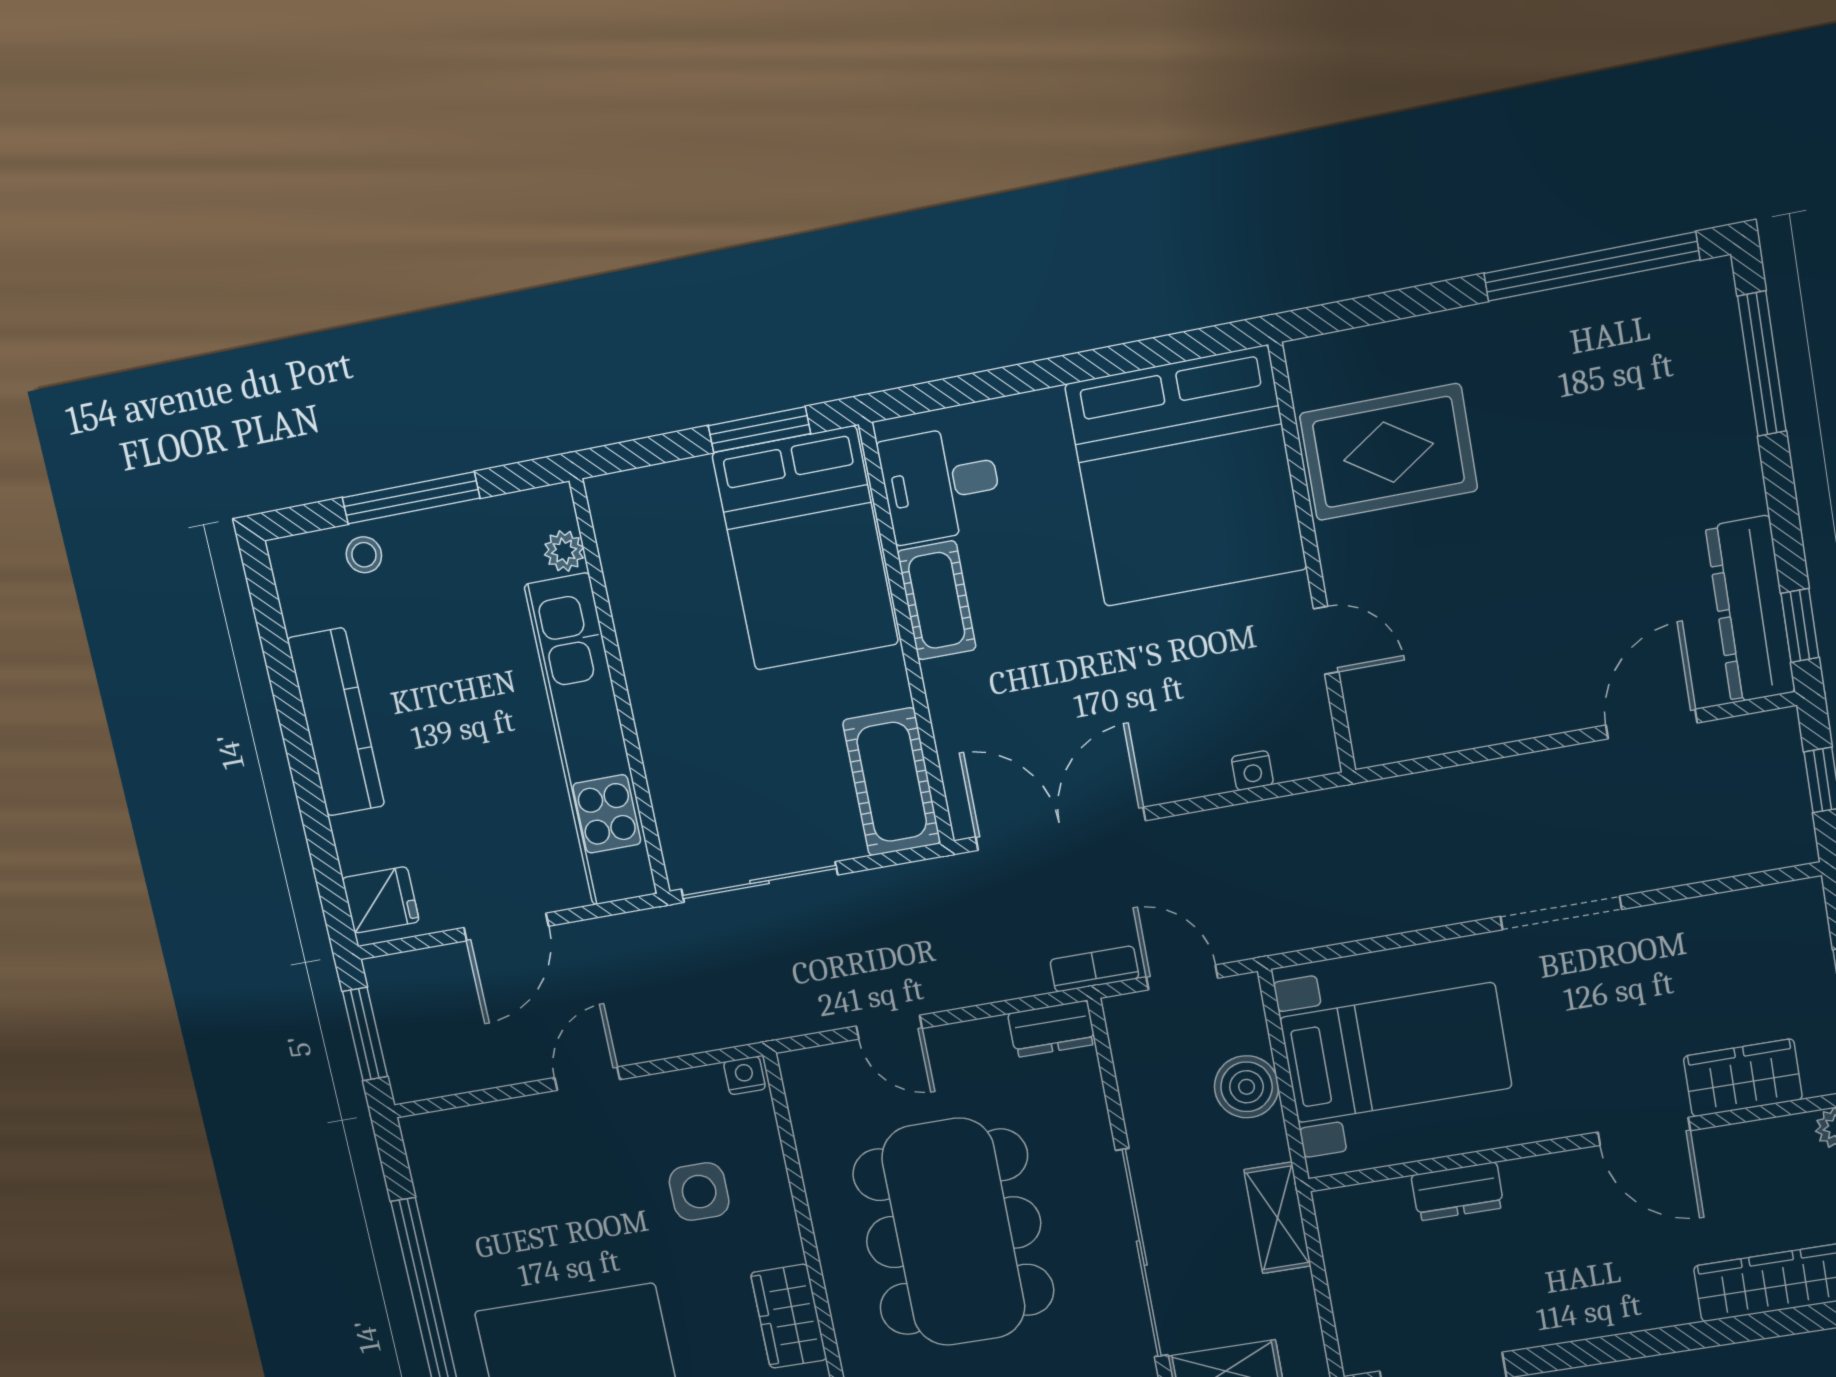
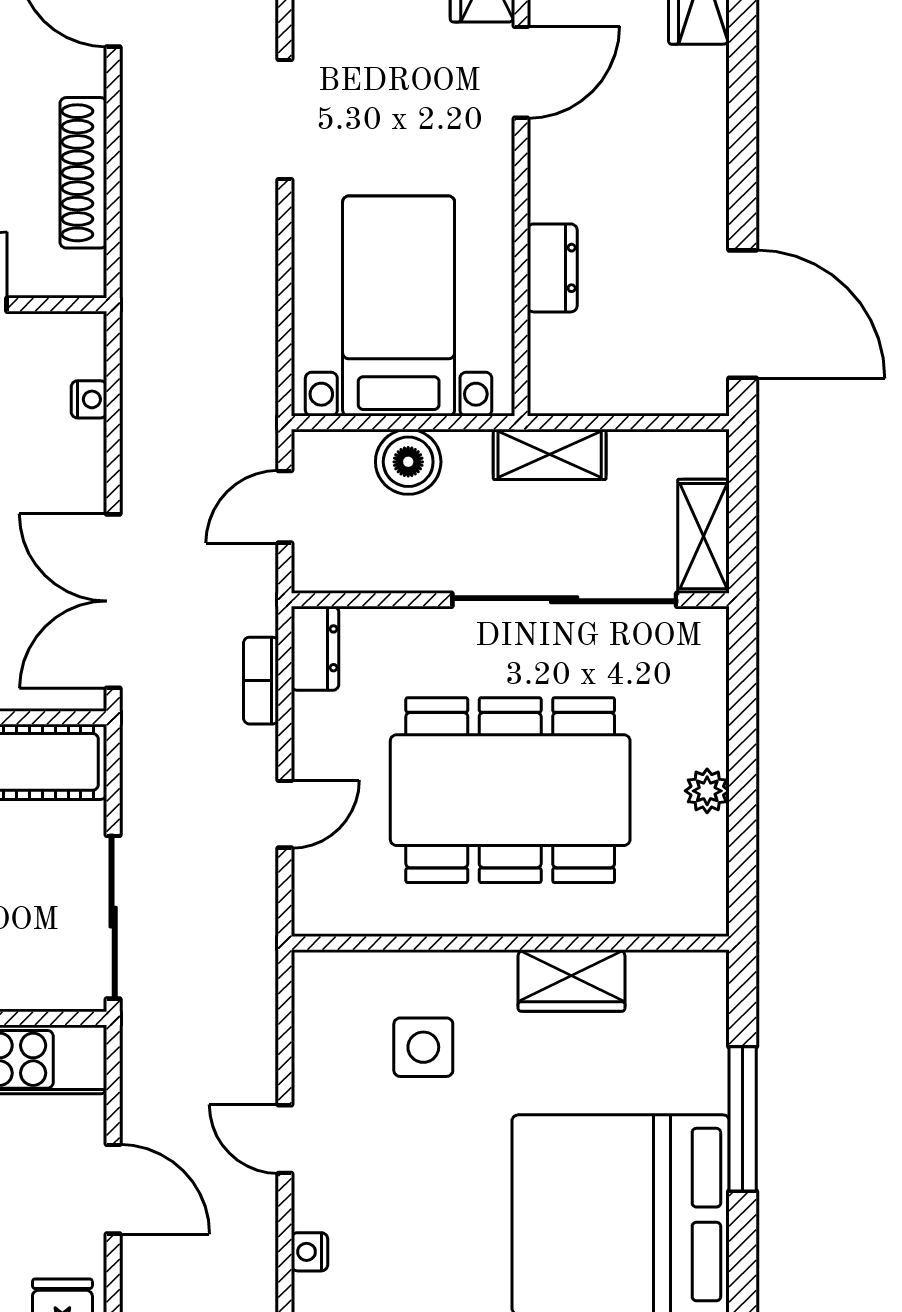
shoe rack: (1476, 725) -> (83, 173), added
bookcase: (1094, 969) -> (261, 681), moved
nightstand: (744, 1075) -> (309, 1252), moved

